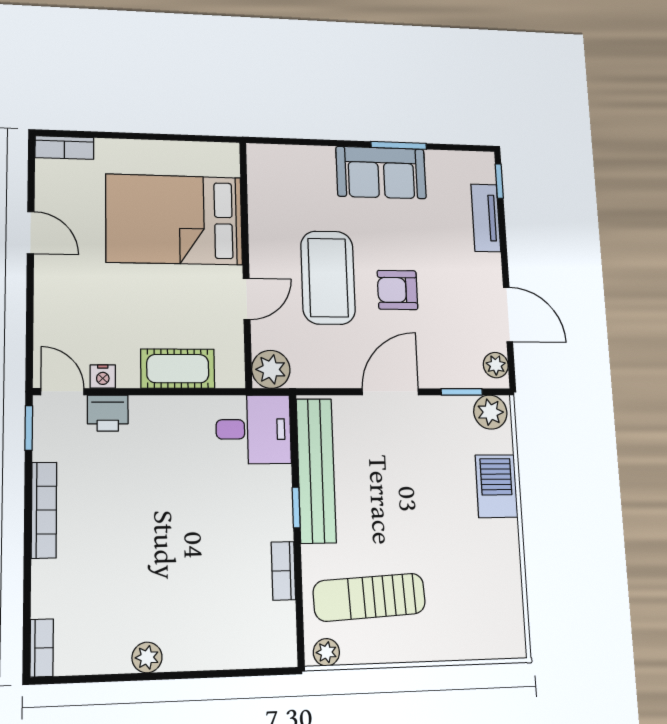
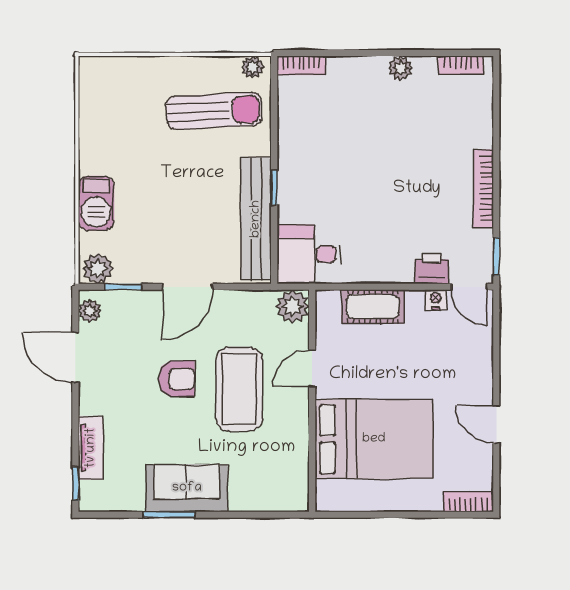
bookcase: (283, 571) -> (301, 66), moved, turned 90
bookcase: (42, 648) -> (461, 65), moved, turned -90

